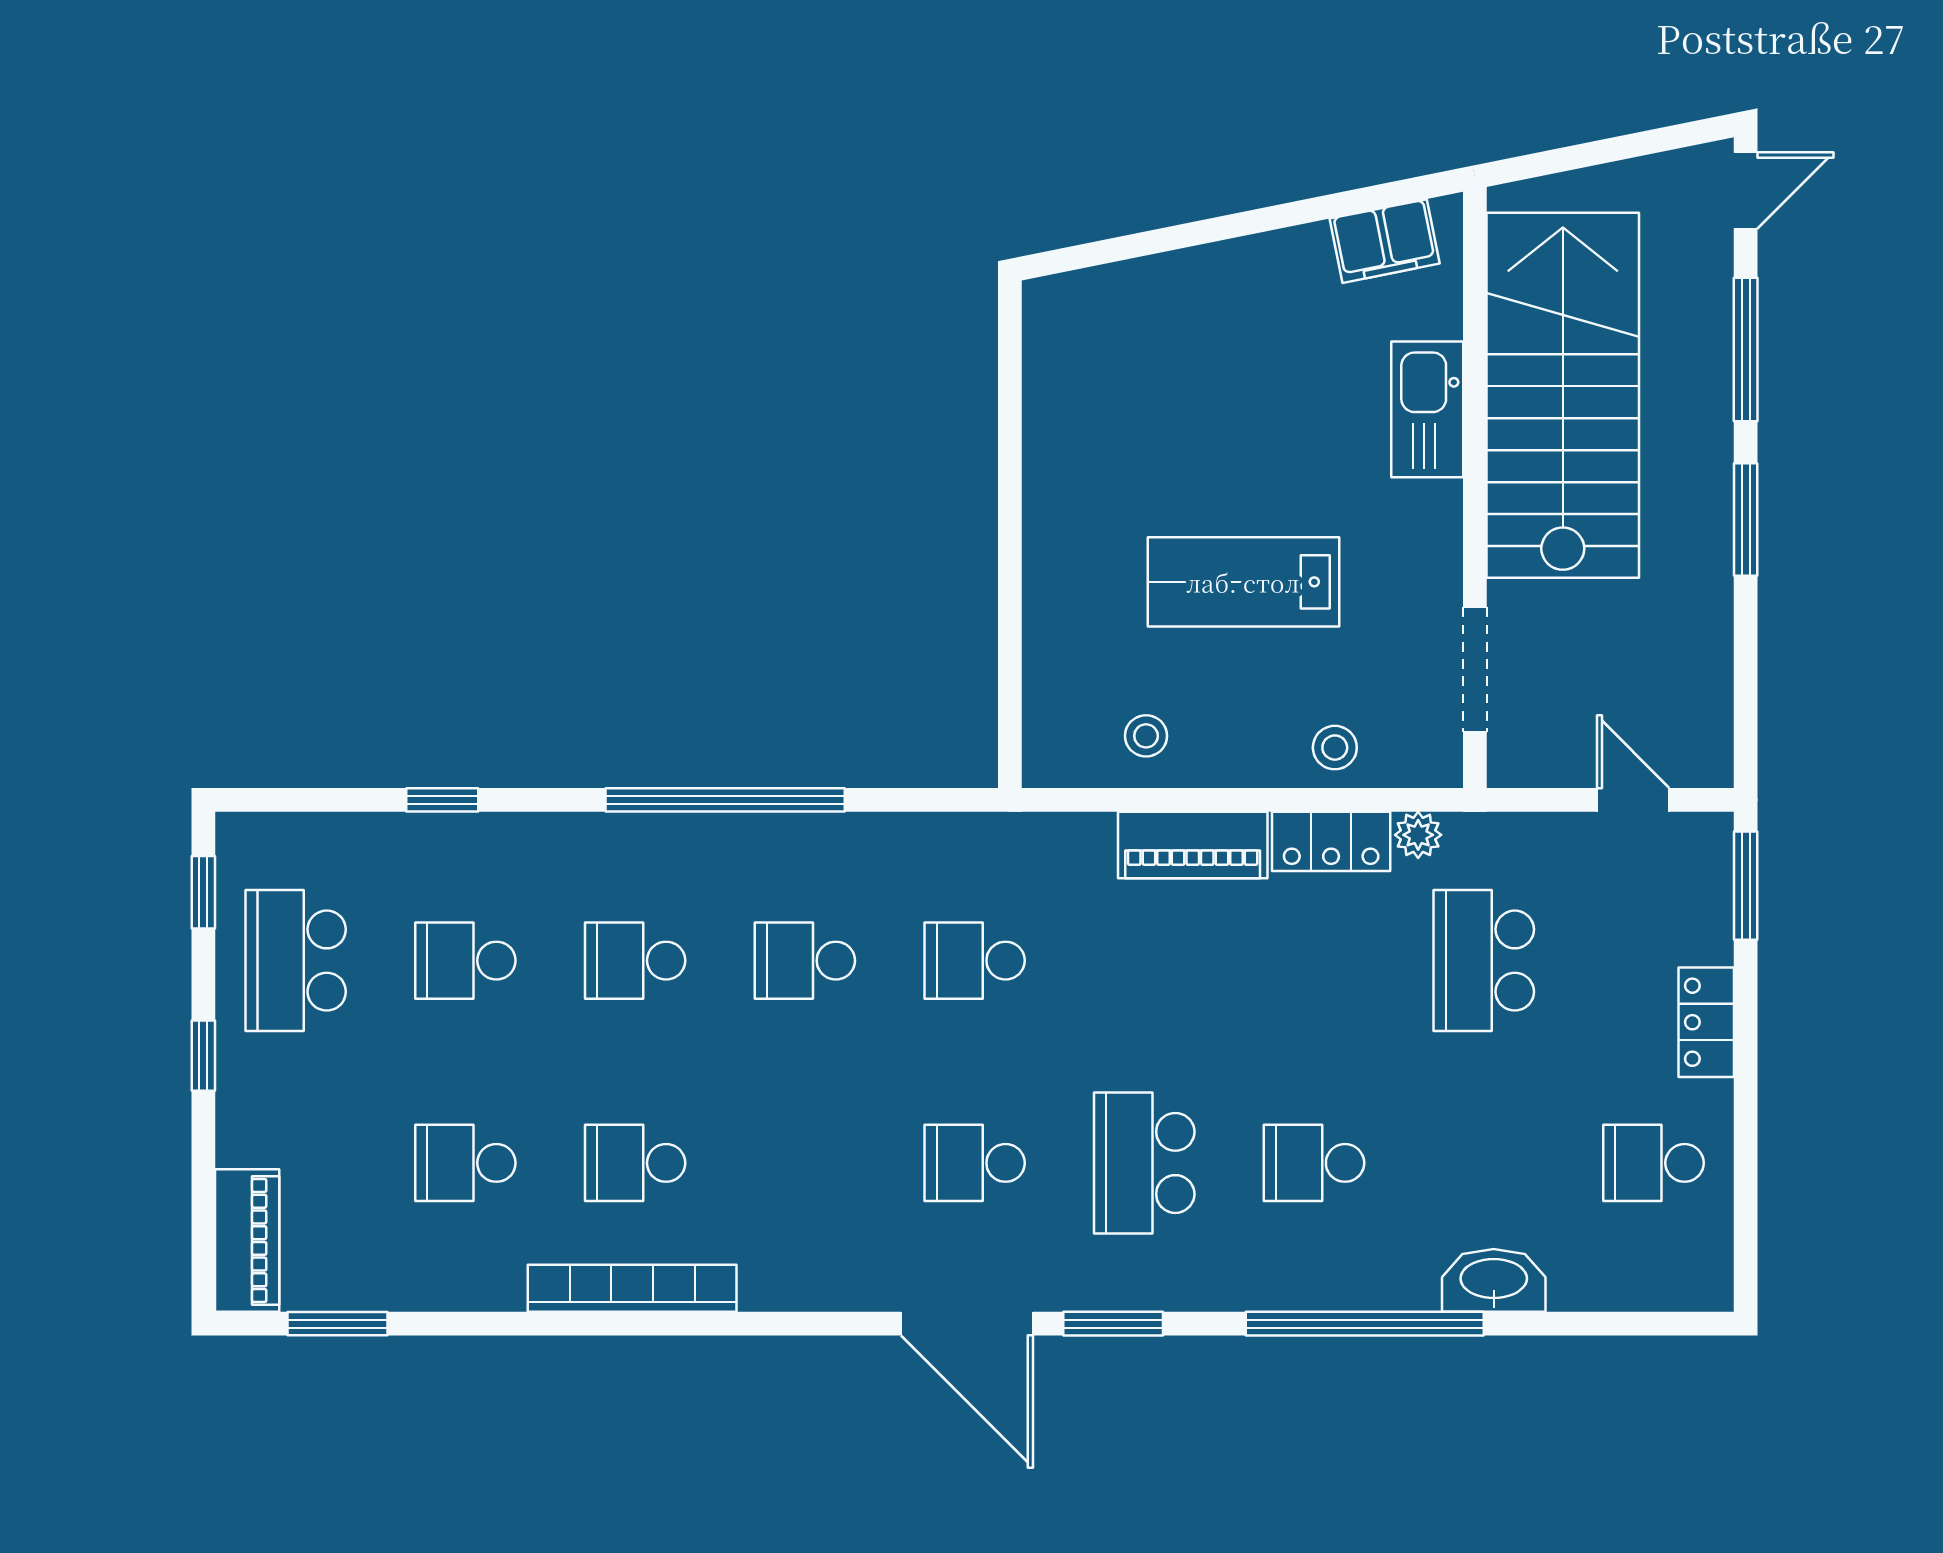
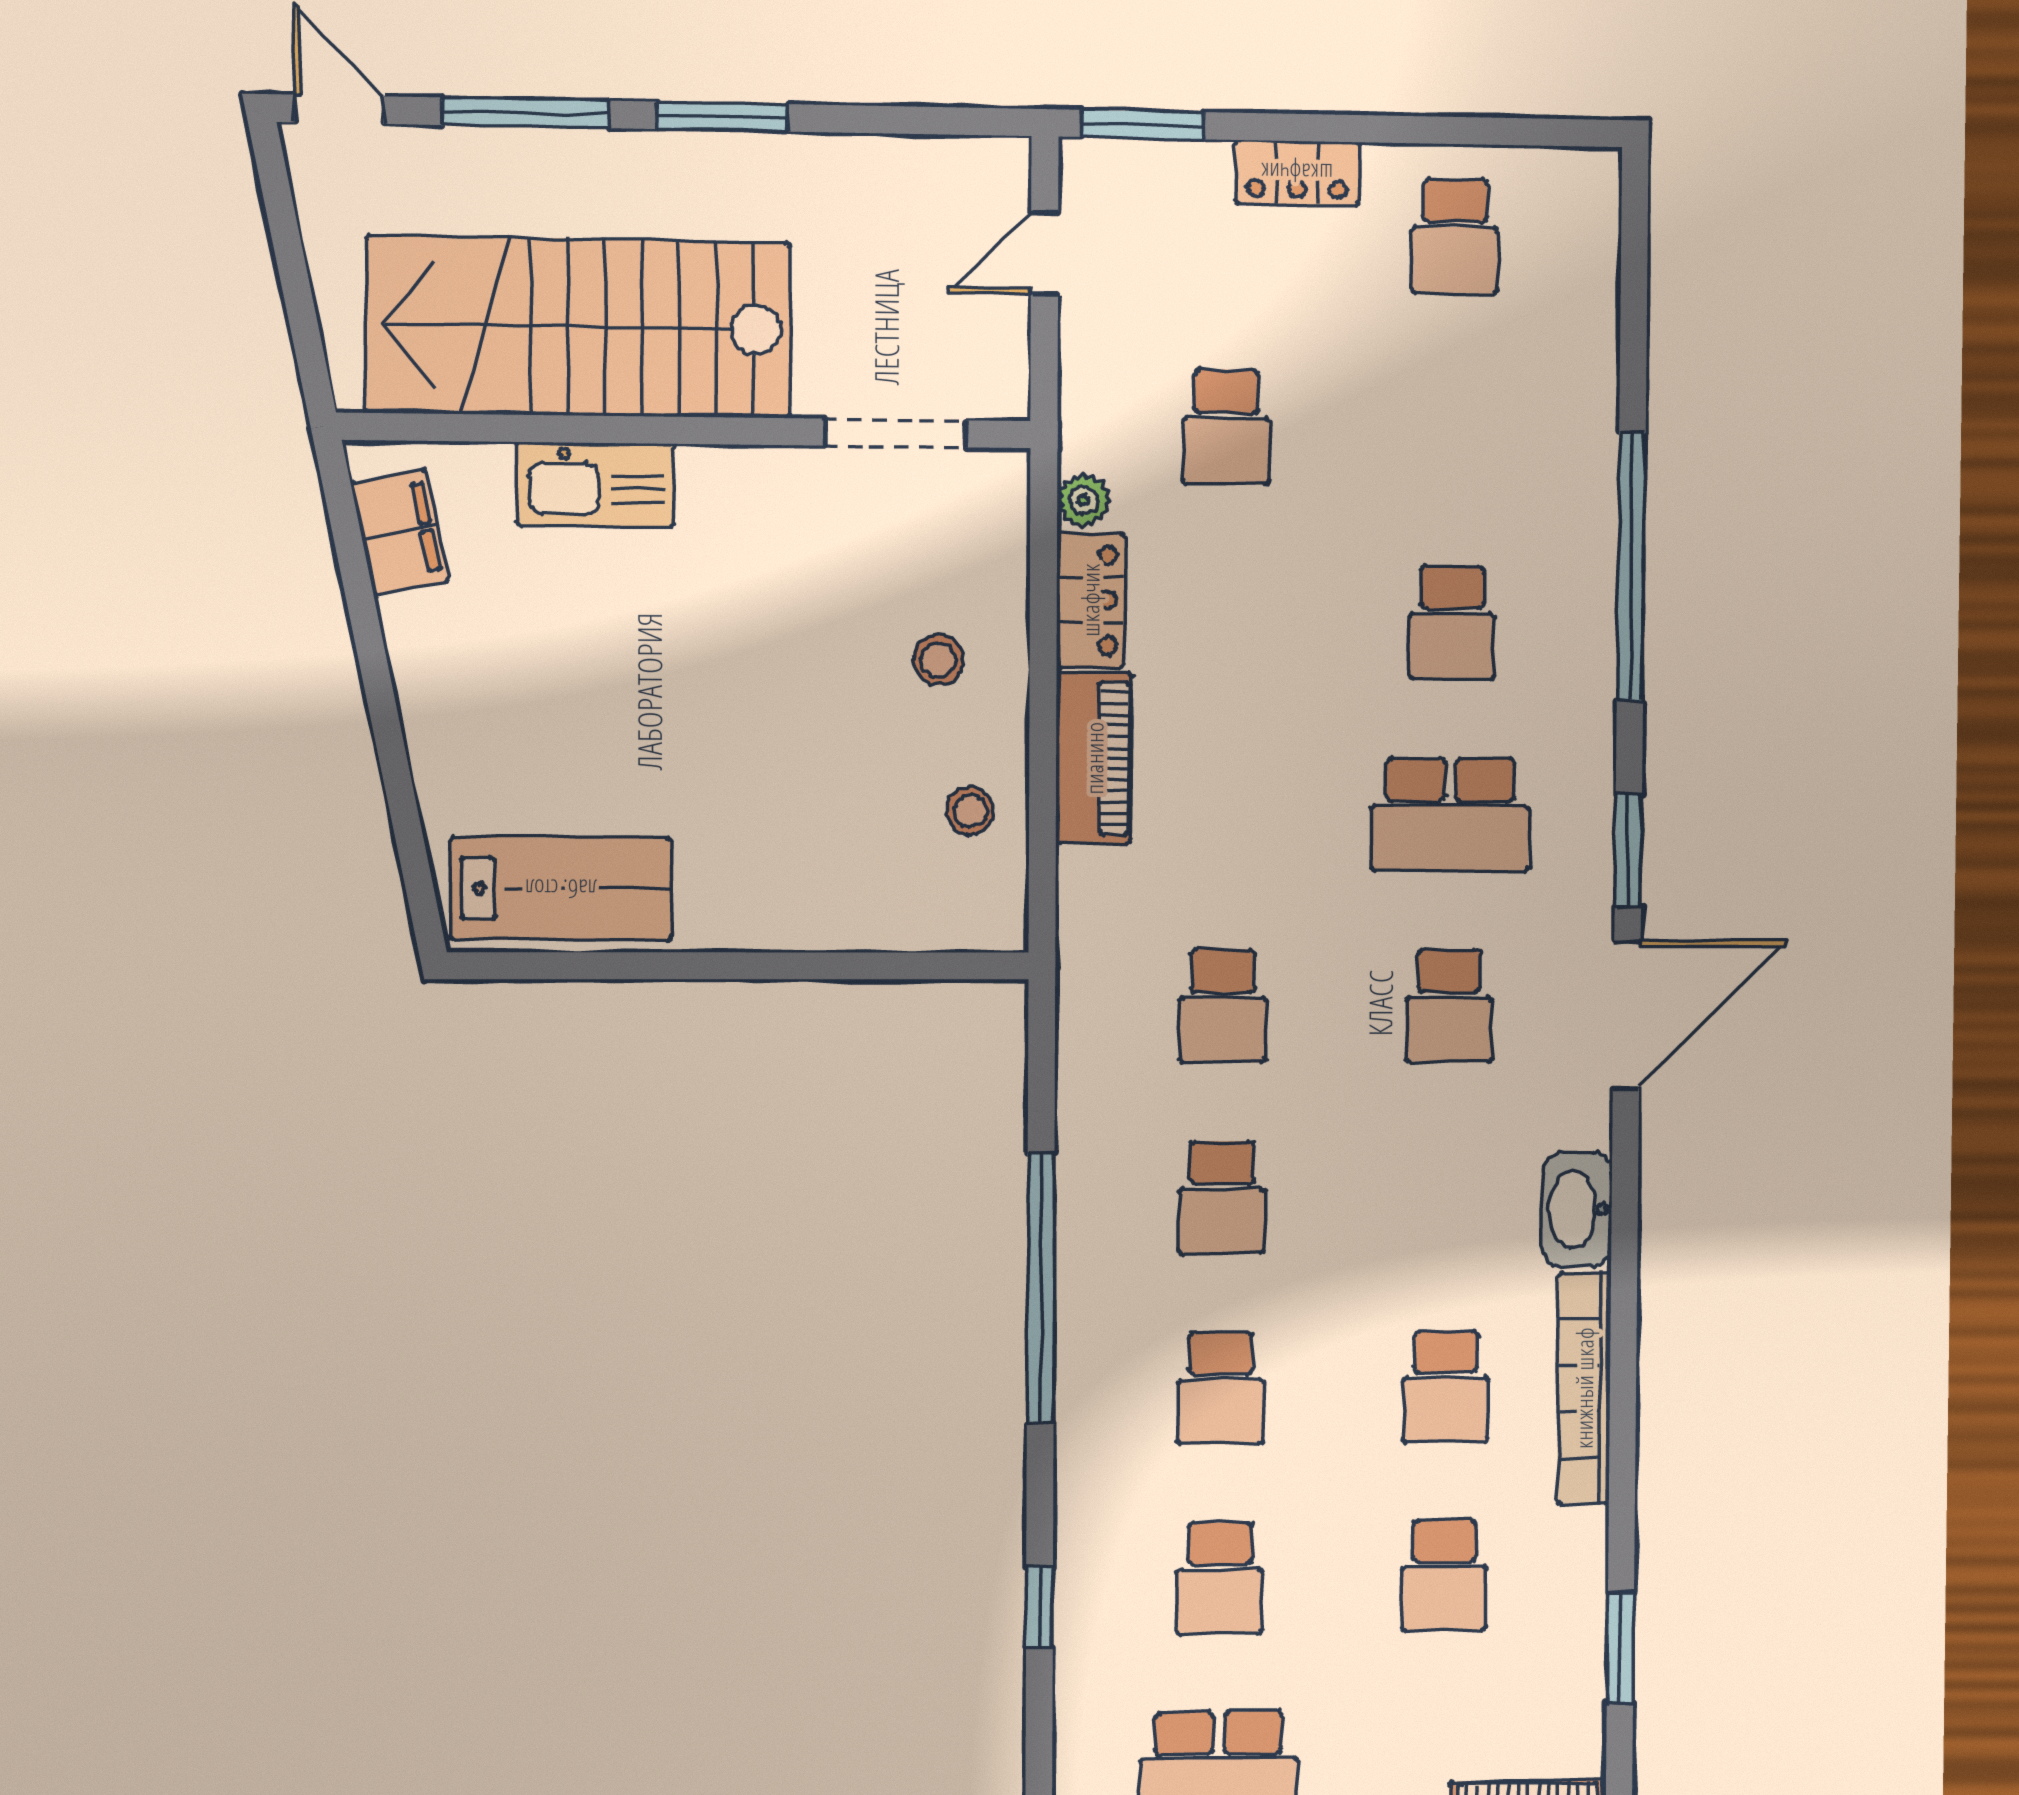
lab bench: (1243, 582) -> (561, 889), moved, turned -90
stool: (1335, 748) -> (939, 660), moved
school desk: (1484, 961) -> (1226, 427), width x0.54
washbasin: (1494, 1280) -> (1577, 1209), moved
window: (337, 1324) -> (1620, 1648), moved

